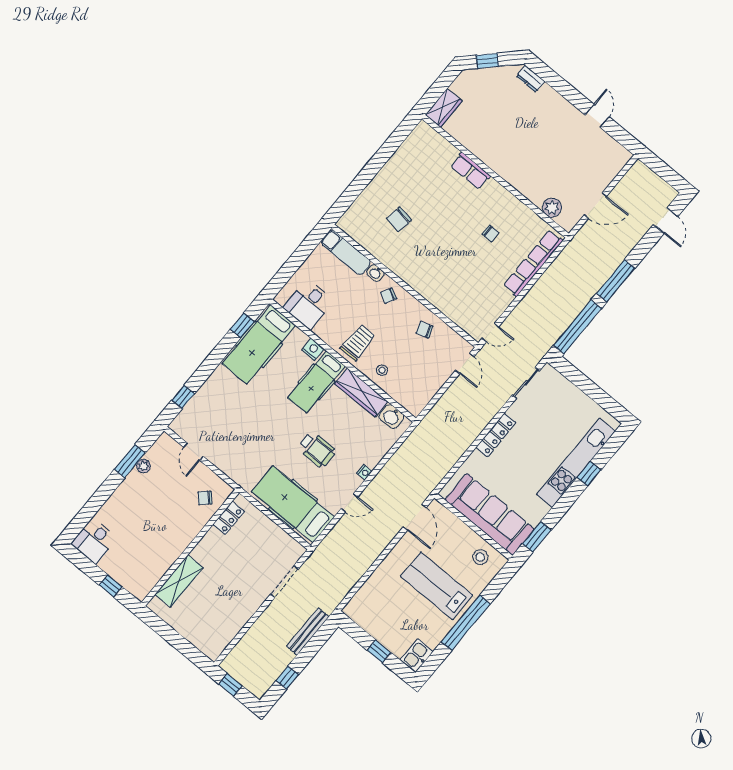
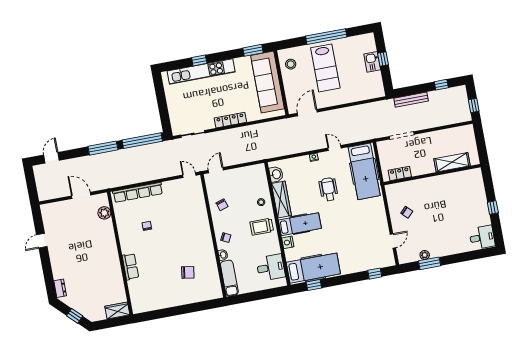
locker: (229, 518) -> (400, 173), moved
wall: (190, 548) -> (432, 175), moved
shelving: (179, 581) -> (452, 162), moved
kitchen sink: (417, 656) -> (372, 62), moved, turned 90

